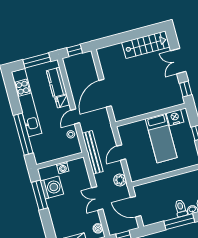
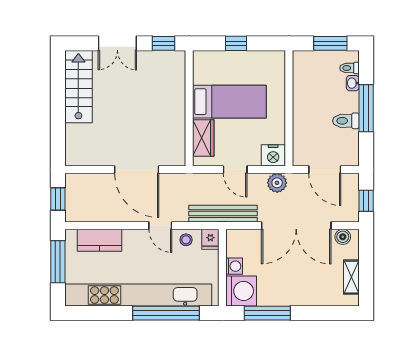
fridge: (62, 101) -> (210, 239), moved
kitchen unit: (27, 103) -> (138, 295), width x1.36
nightstand: (175, 118) -> (273, 155), moved, turned -90
wardrobe: (135, 128) -> (203, 138), added
washing machine: (52, 187) -> (241, 291), moved, turned 90
double door: (97, 198) -> (296, 226), width x1.87
door: (136, 207) -> (325, 170), hinge flipped
toilet: (181, 208) -> (346, 121), moved

